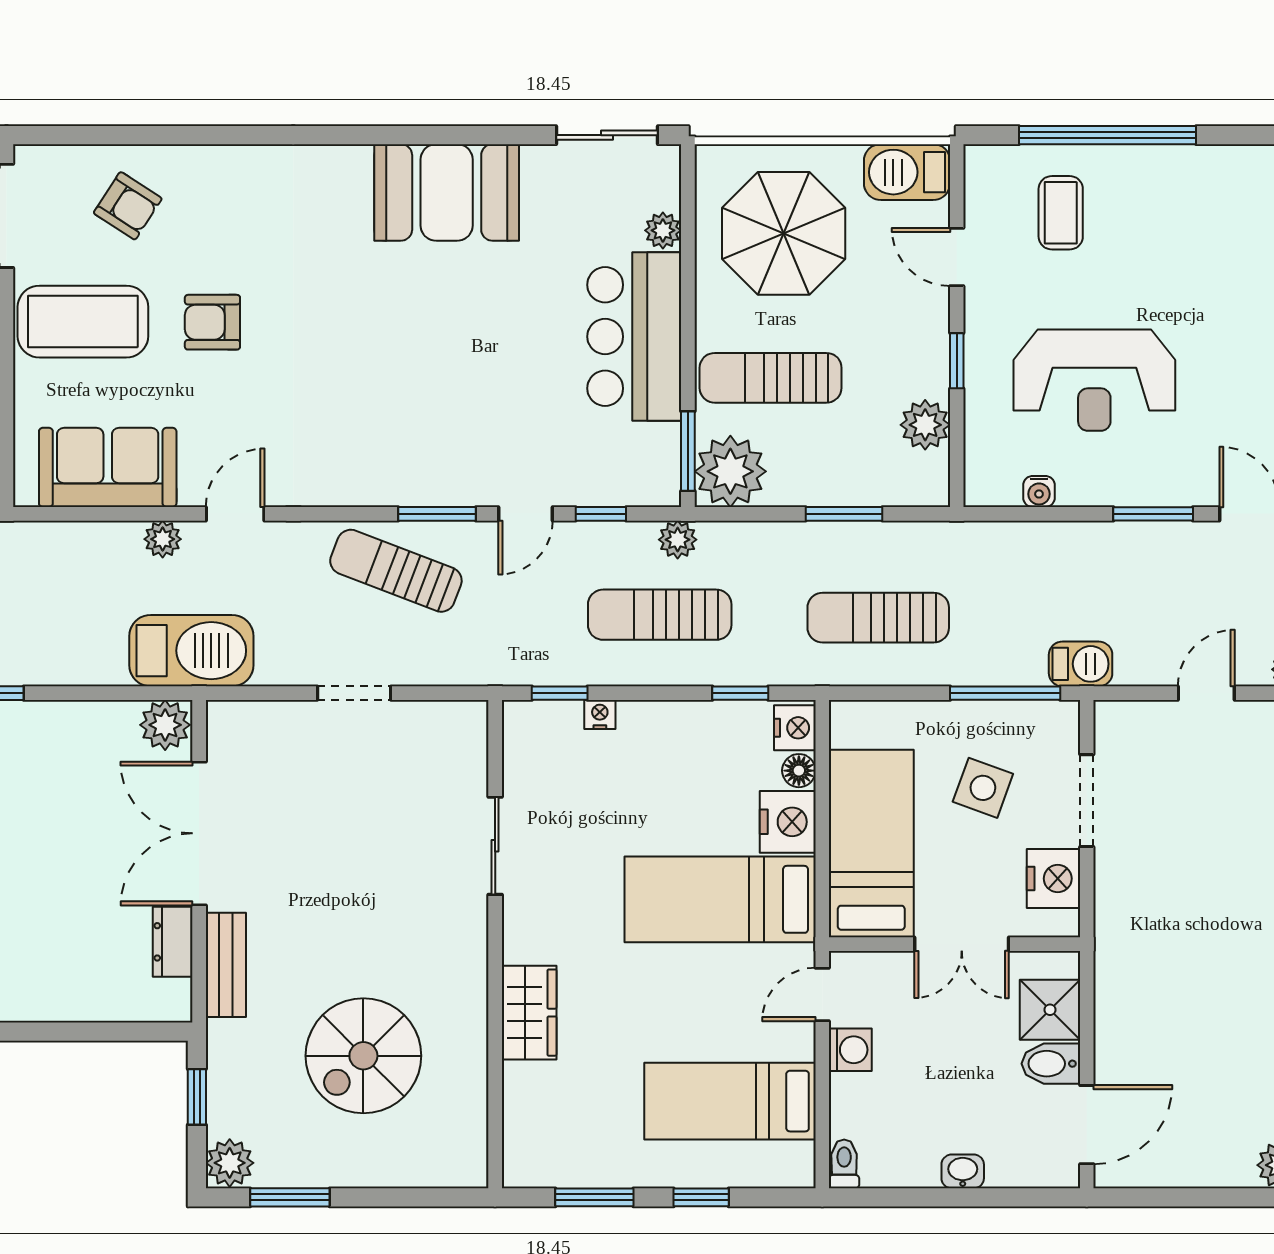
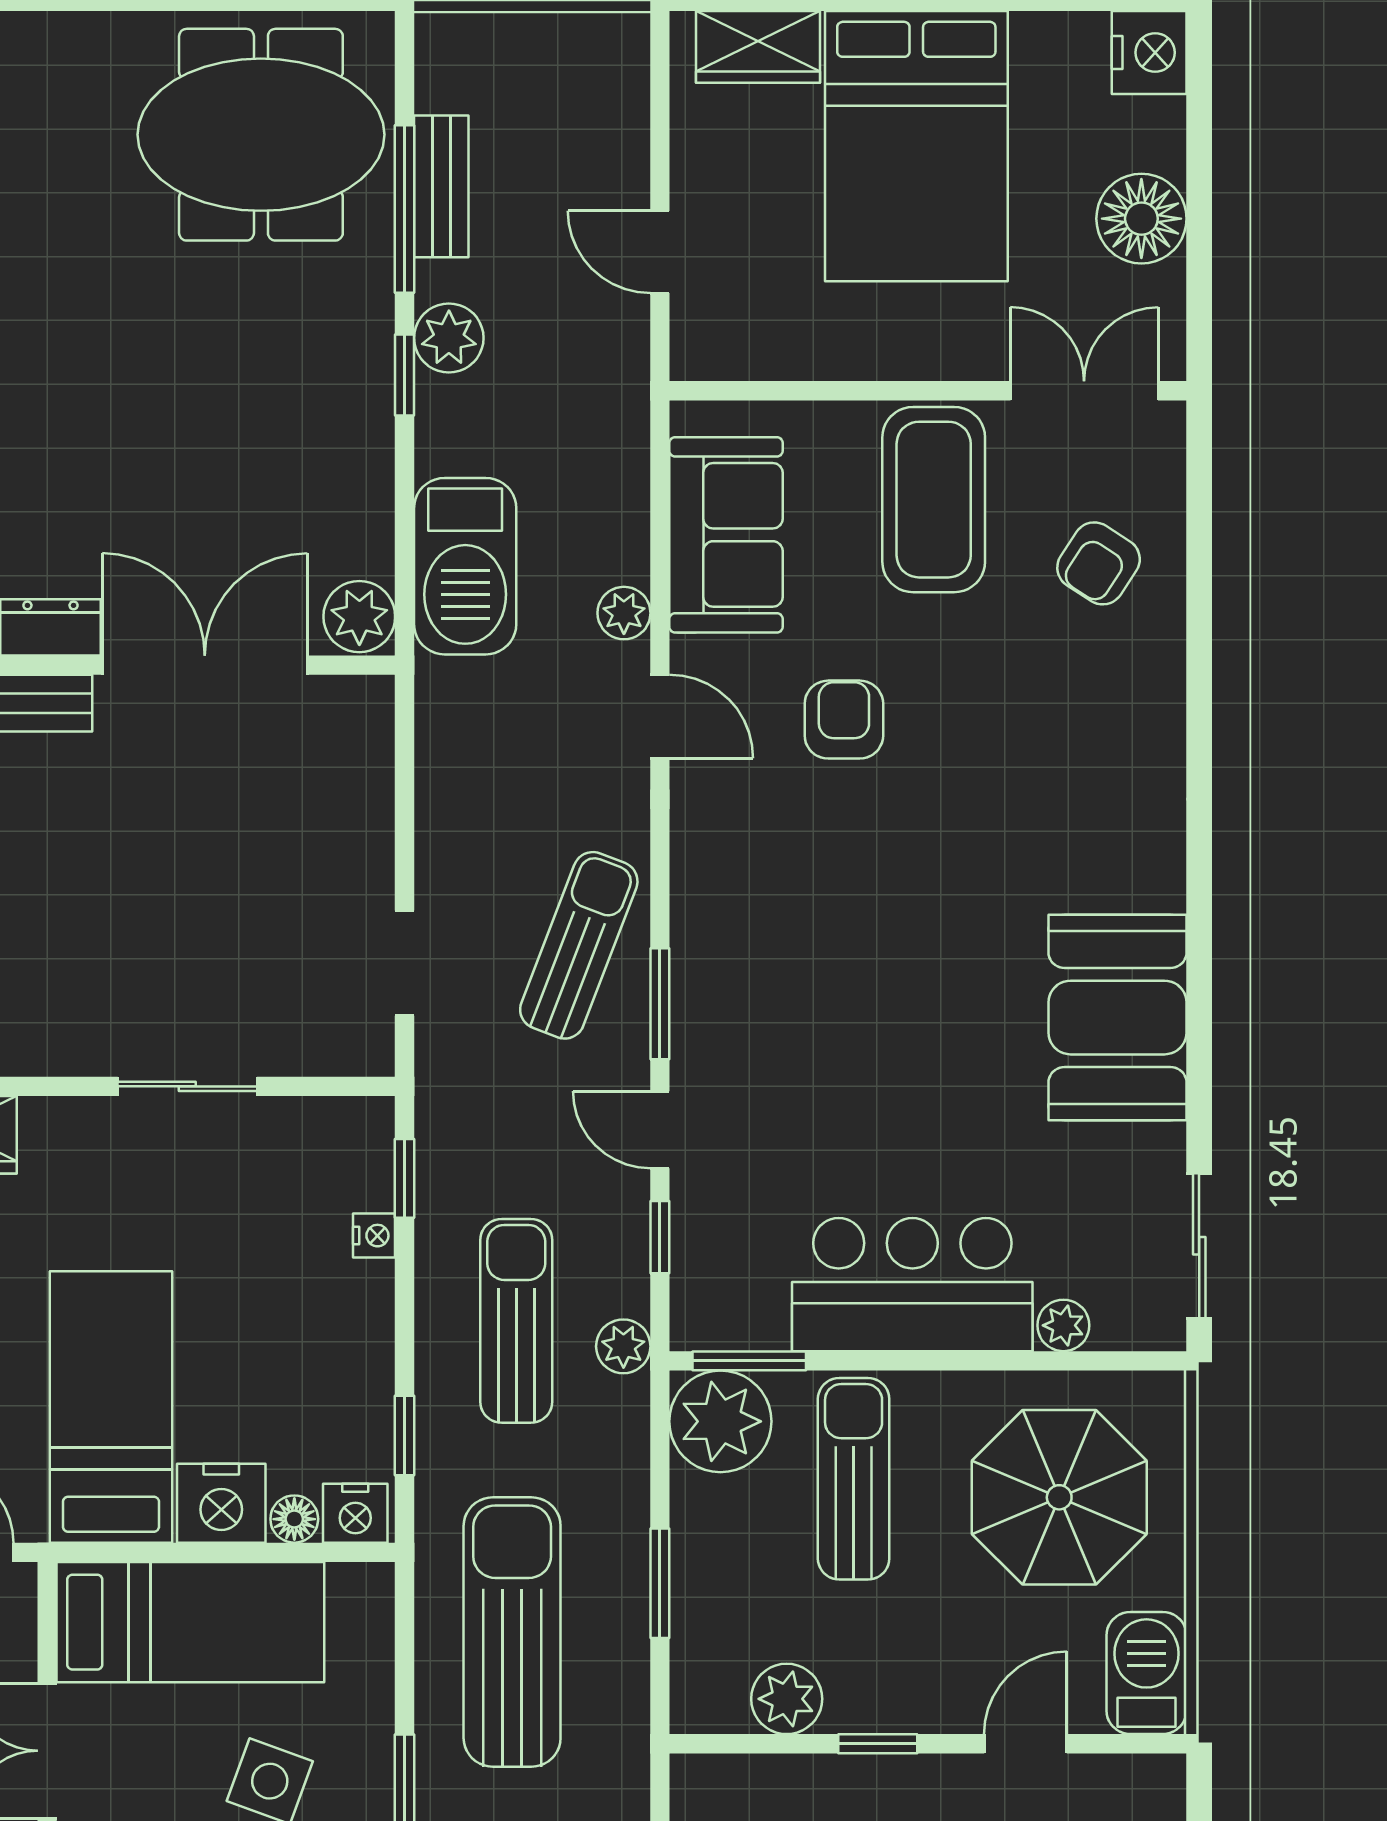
armchair: (212, 322) -> (844, 720), moved
sun lounger: (878, 618) -> (512, 1632), width x1.36, depth x1.34
barbecue: (191, 651) -> (465, 566), moved
doorway: (354, 693) -> (405, 963), moved

